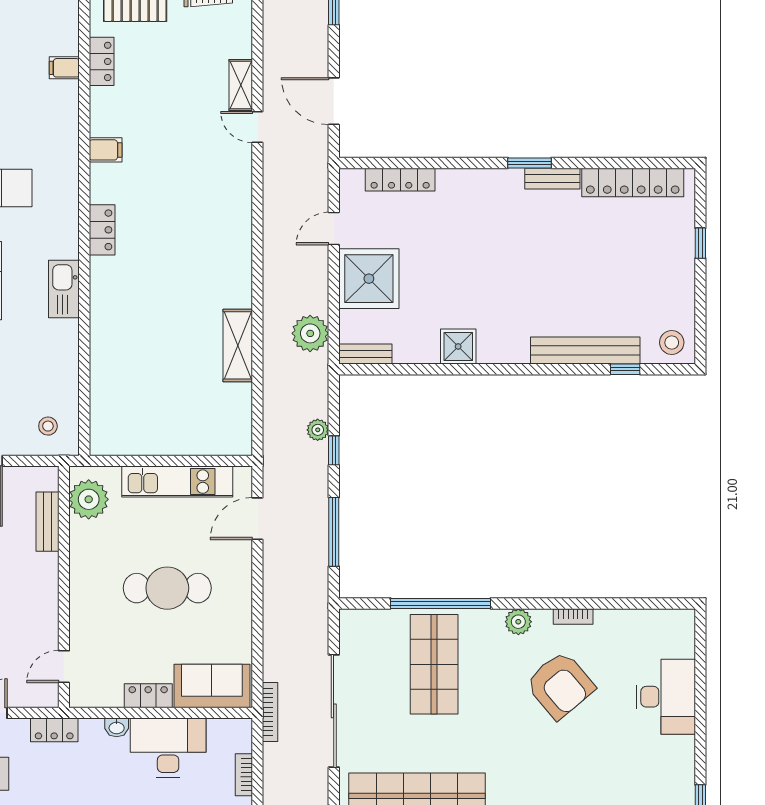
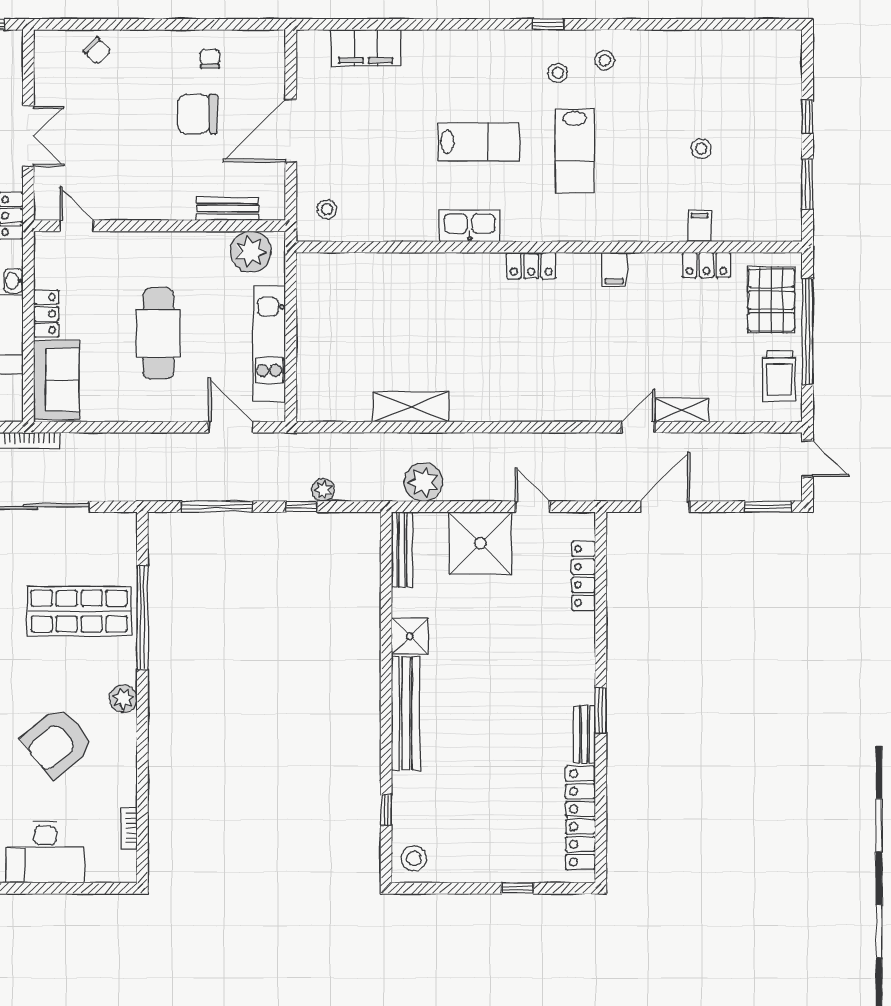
bench: (585, 351) -> (406, 713), moved
bench: (365, 354) -> (402, 550), width x1.36
bookcase: (573, 616) -> (129, 828), moved

